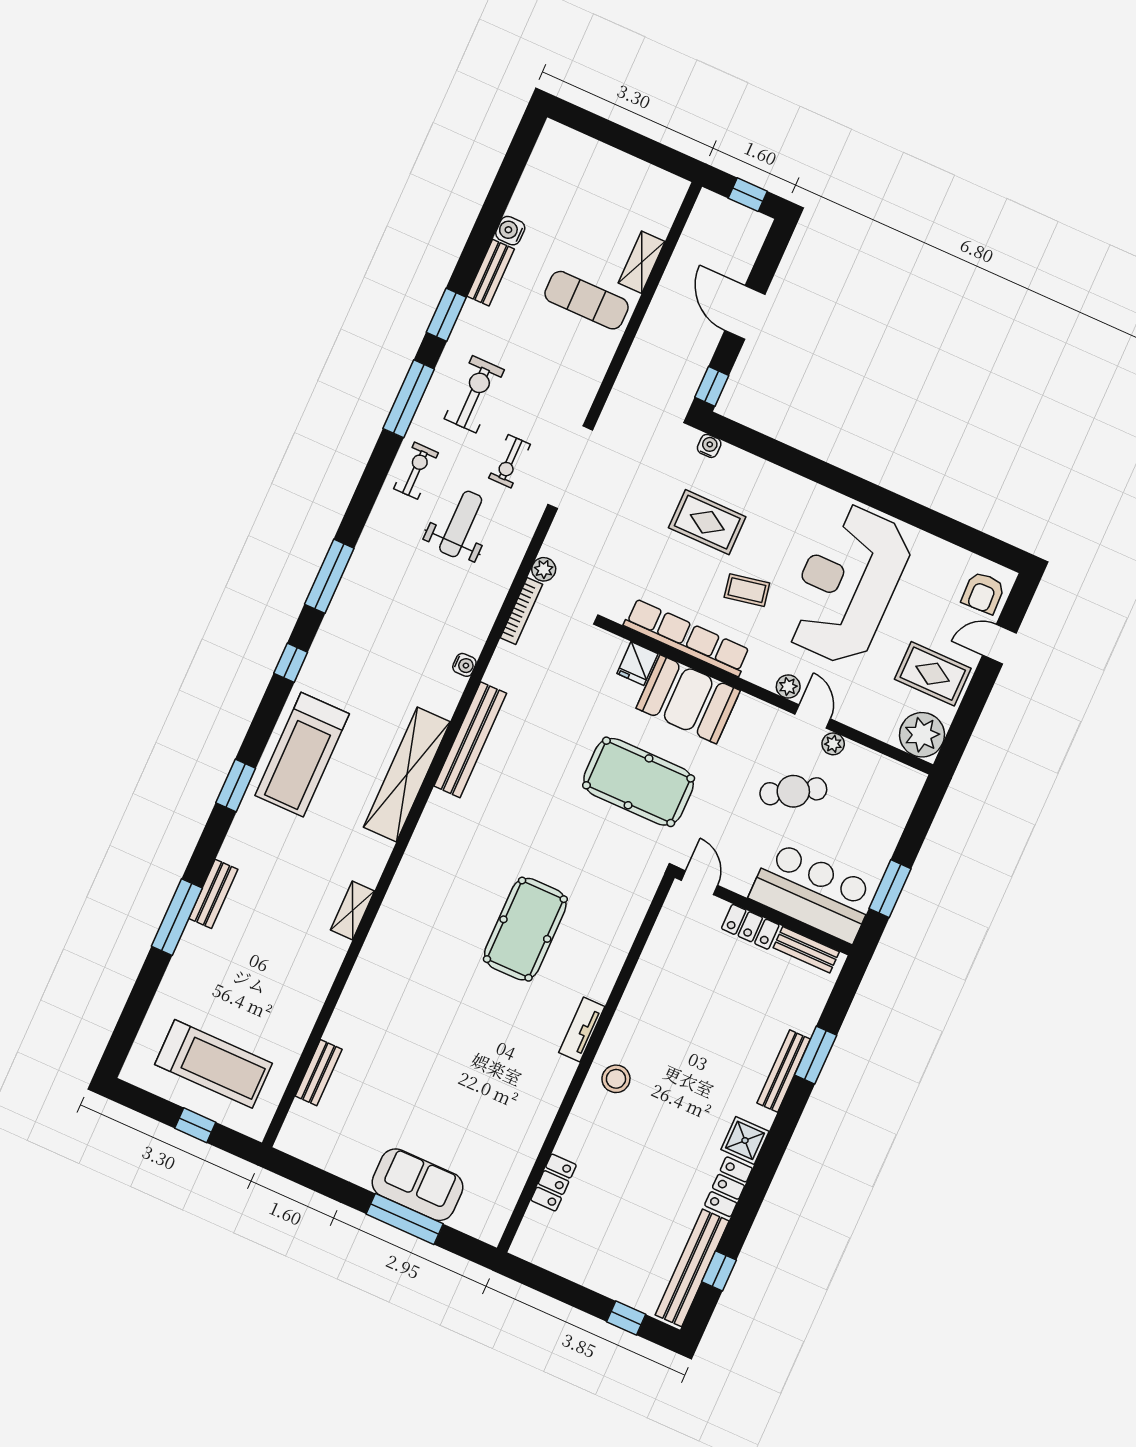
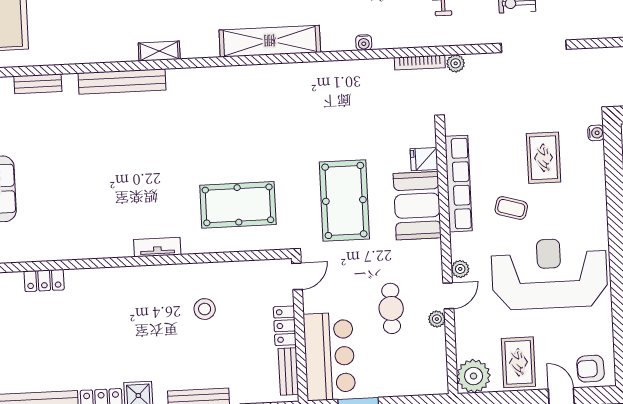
coffee table: (747, 590) -> (511, 208), turned -63
bench: (470, 740) -> (122, 82), moved
cafe table: (793, 791) -> (391, 308), turned 30
pool table: (525, 929) -> (238, 205), moved
stool: (616, 1079) -> (205, 309), moved

